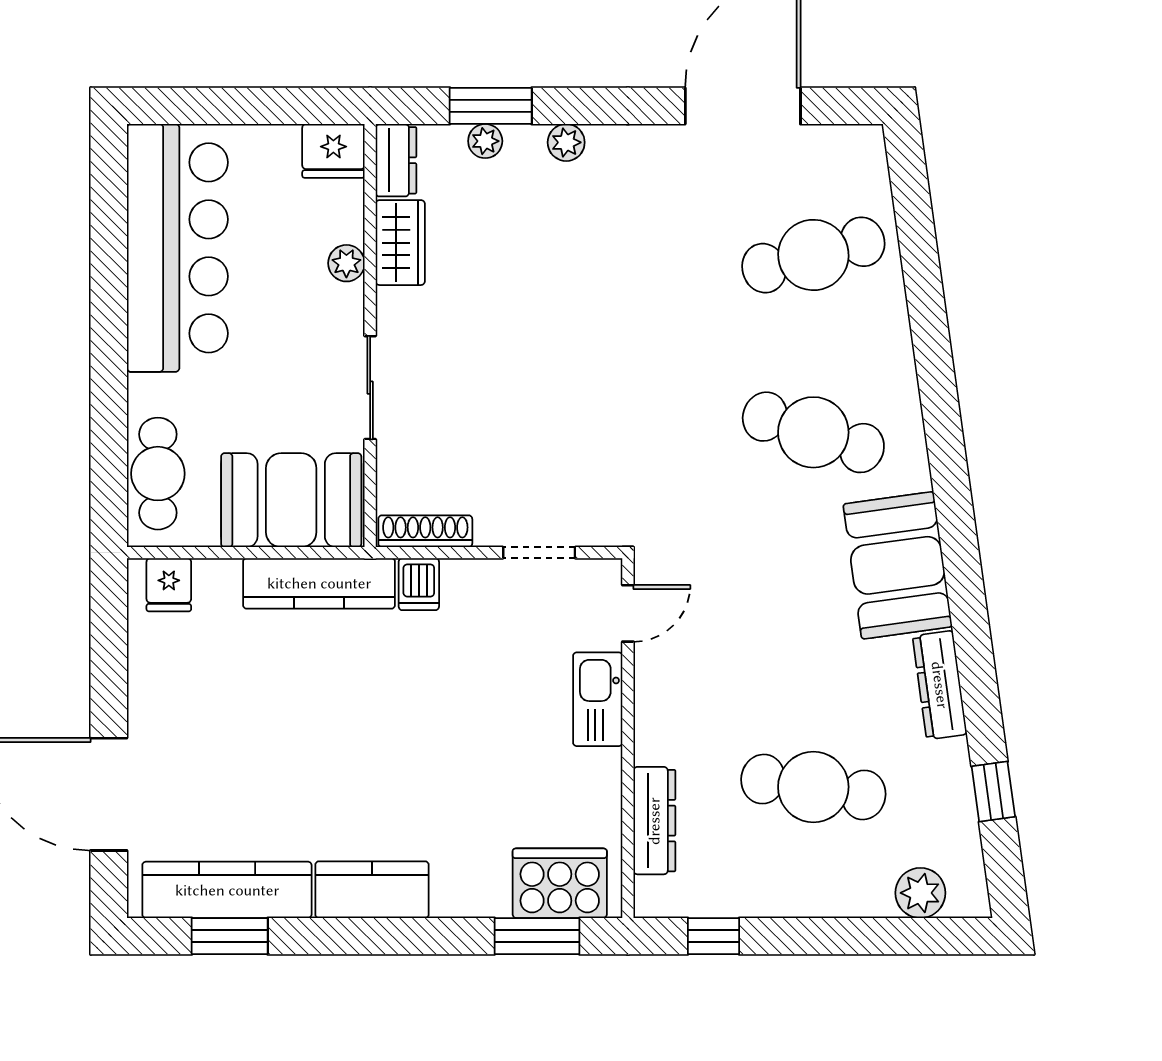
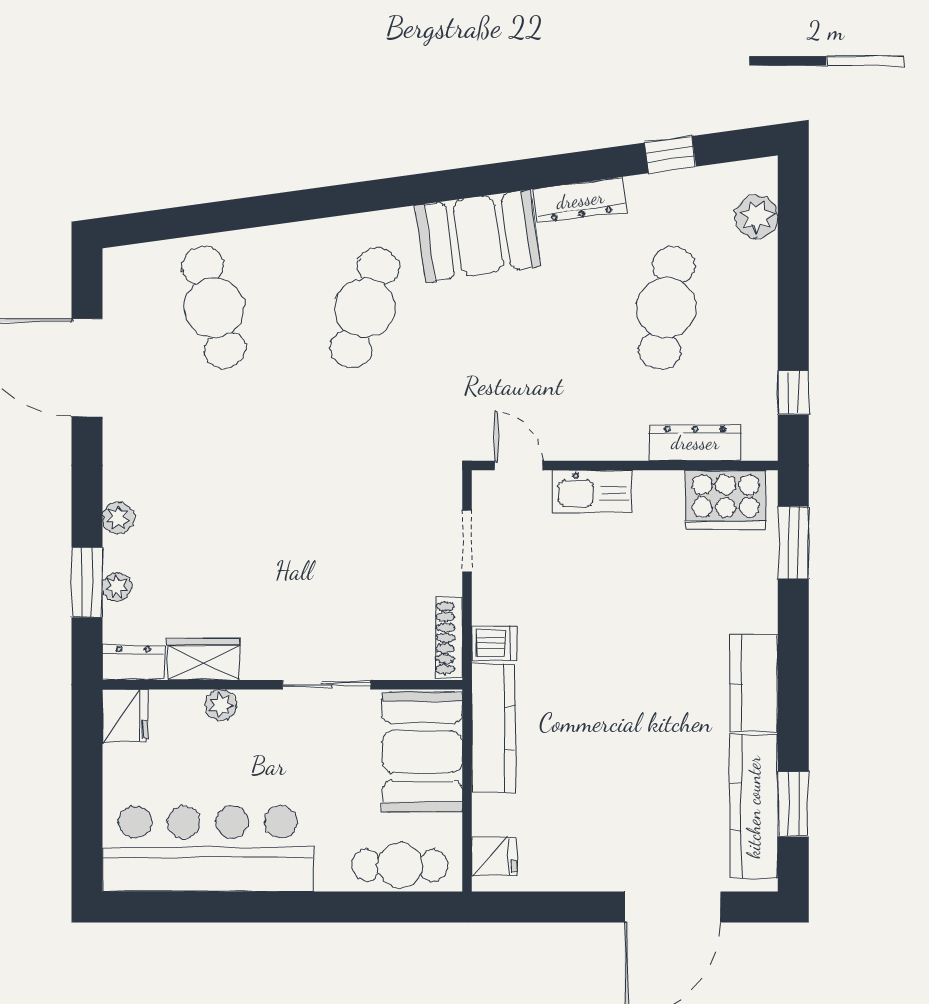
cooker: (560, 883) -> (726, 500), moved, turned -90

